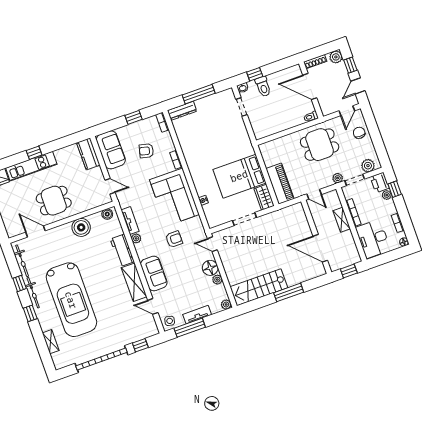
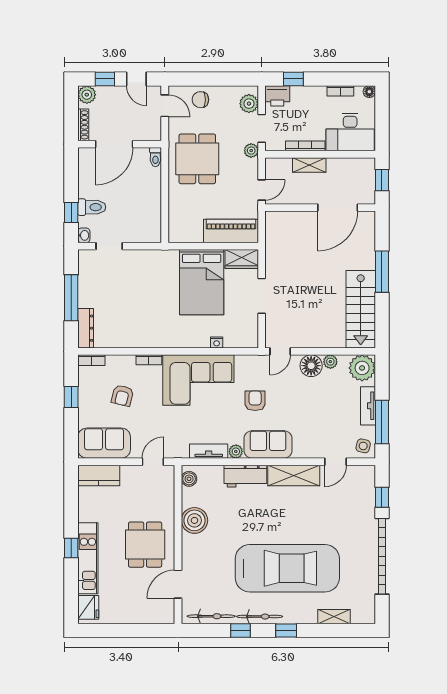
plant: (387, 195) -> (298, 92), removed
sofa: (154, 274) -> (268, 444), moved
plant: (226, 305) -> (362, 368), width x1.87, depth x1.87

